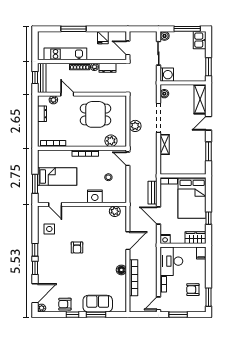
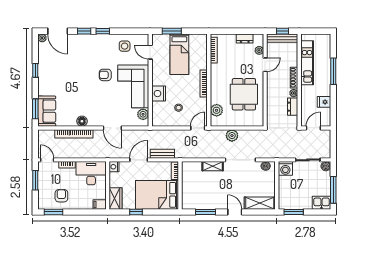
door: (55, 204) -> (150, 52), hinge flipped
corner sofa: (88, 221) -> (133, 86), added
armchair: (65, 304) -> (46, 62), removed
sofa: (98, 304) -> (47, 111), moved
window: (96, 315) -> (35, 109), moved

